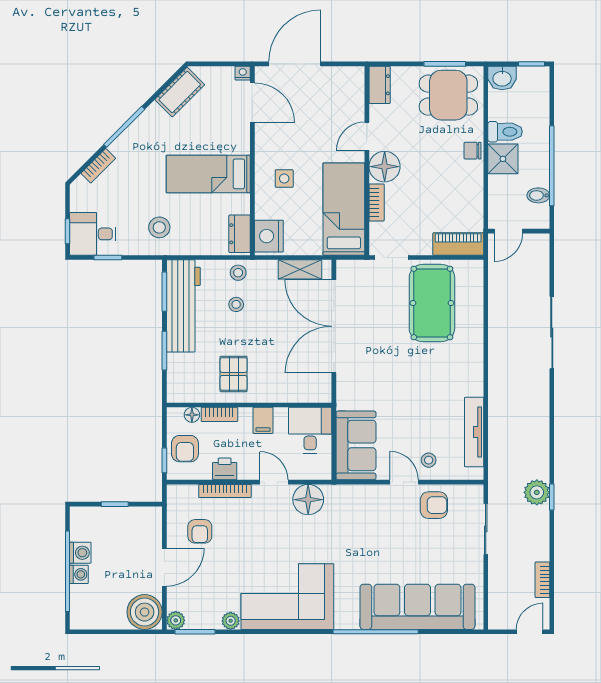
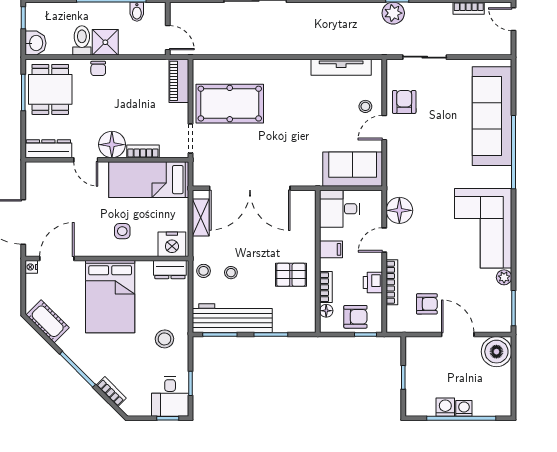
dresser: (380, 85) -> (48, 149), width x1.44
bed: (208, 174) -> (110, 297), width x1.50
plant: (176, 620) -> (504, 325), removed

